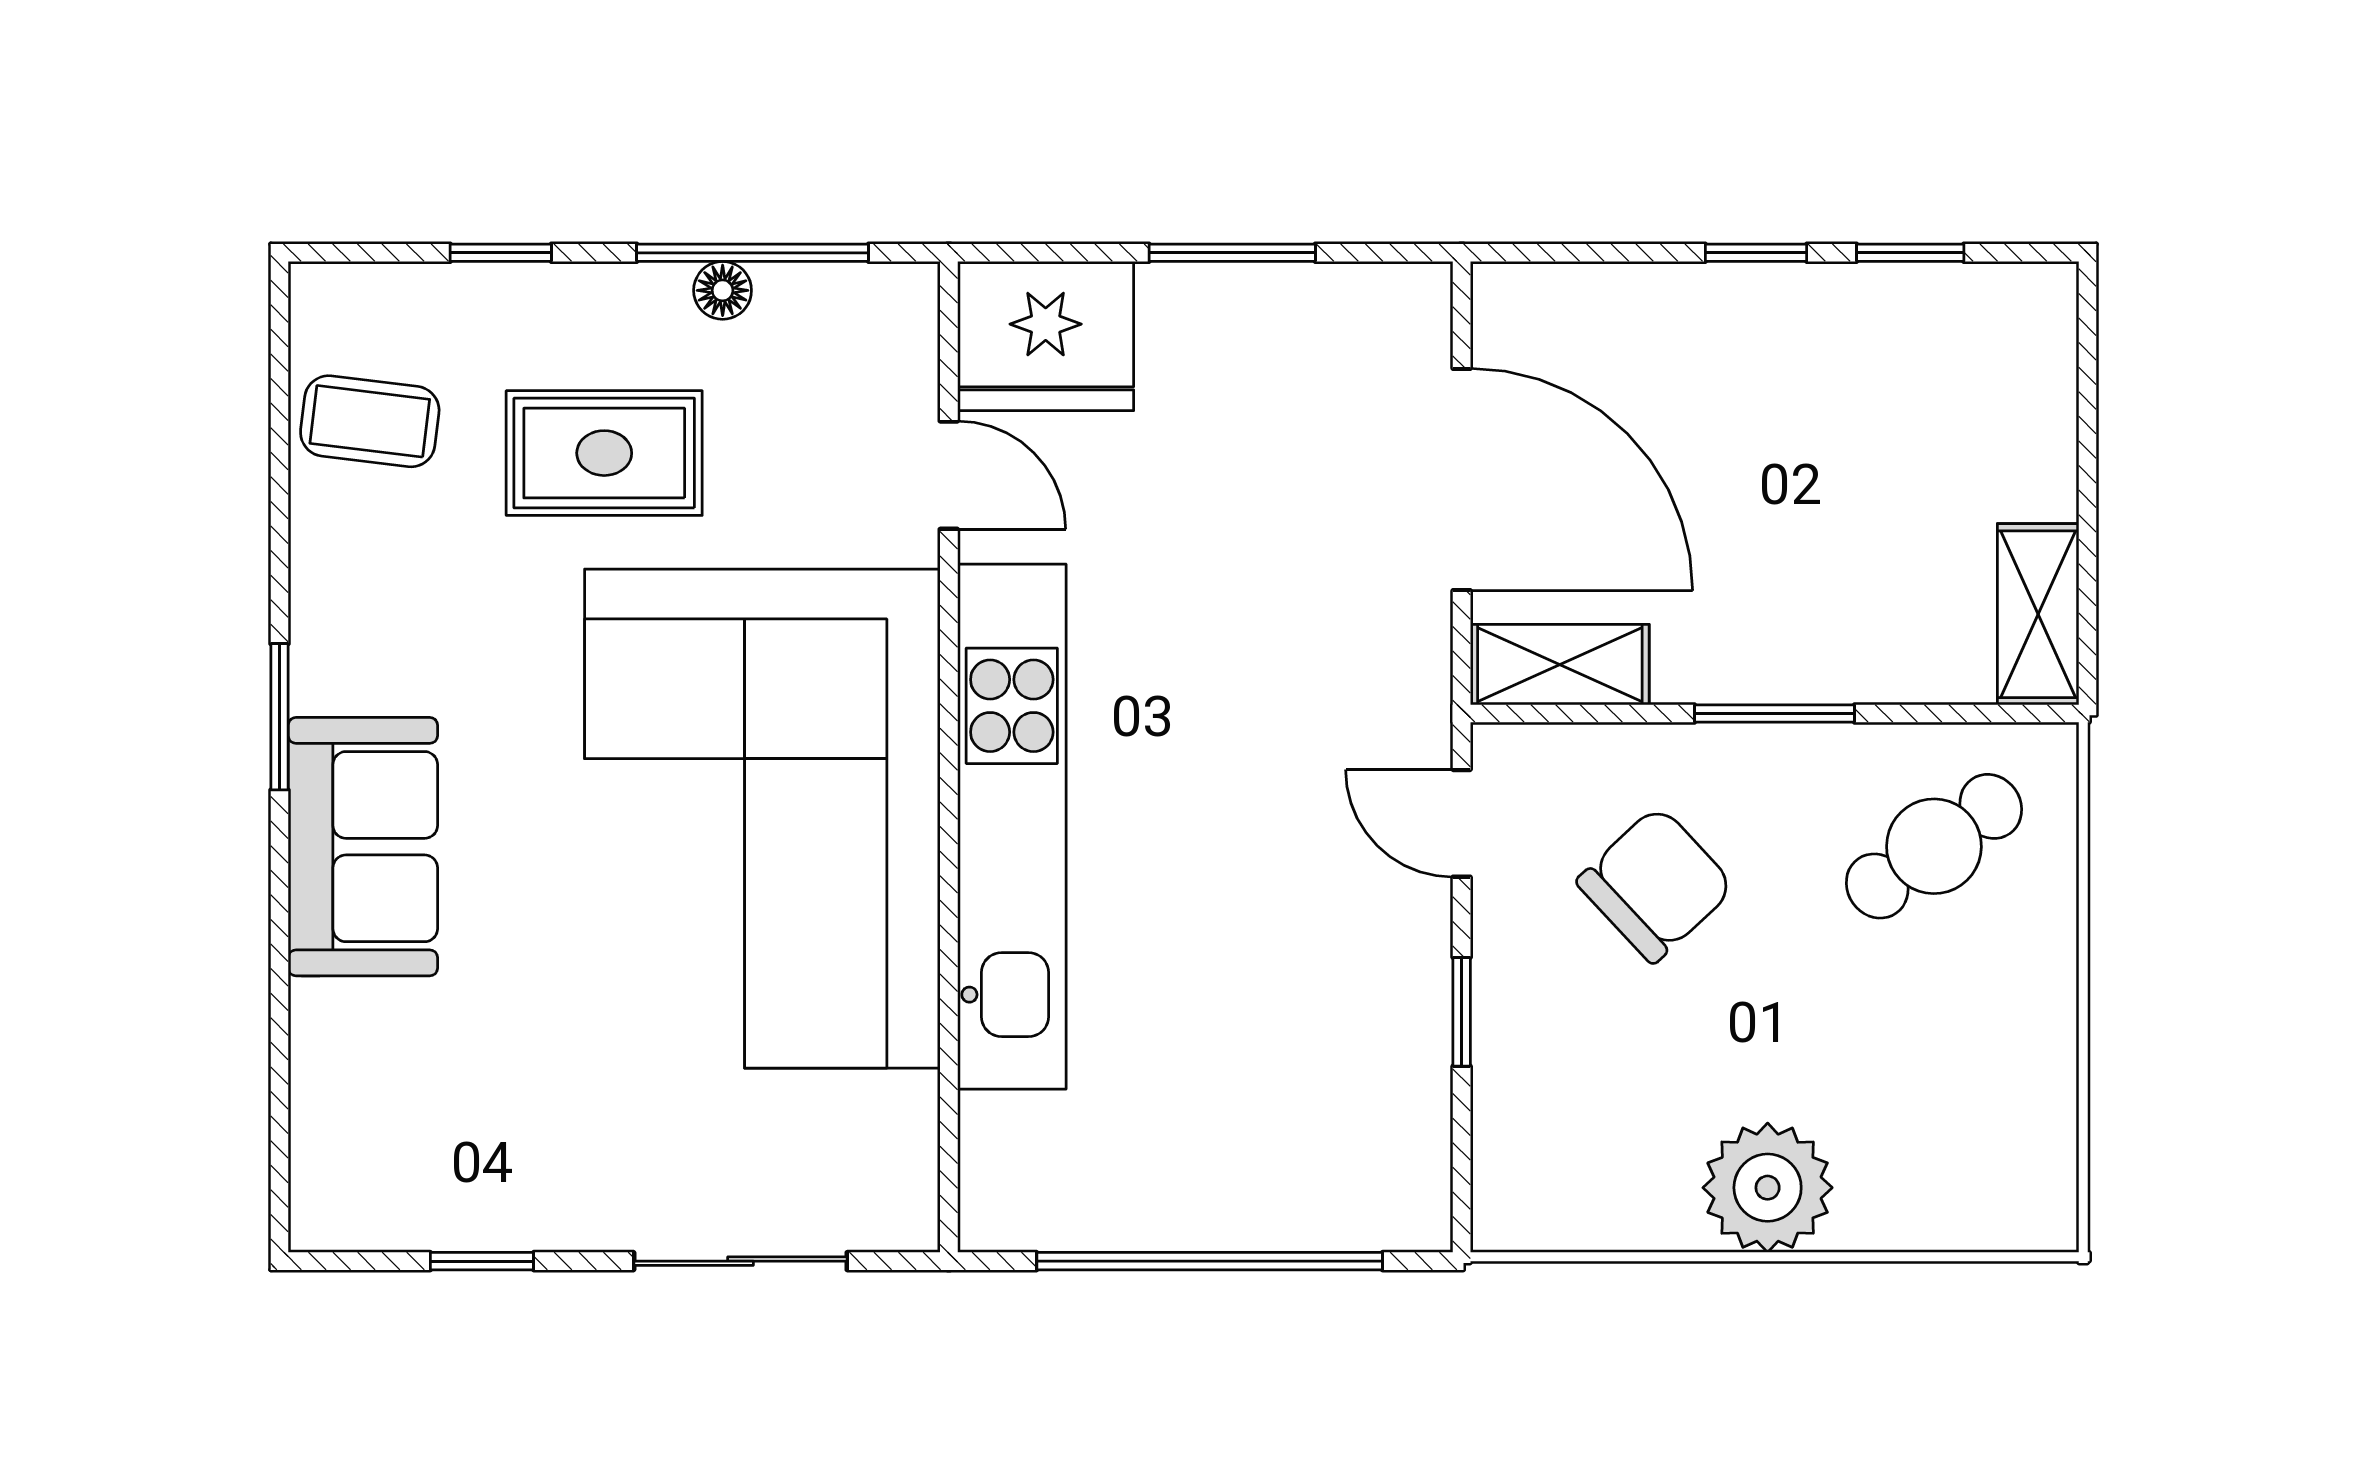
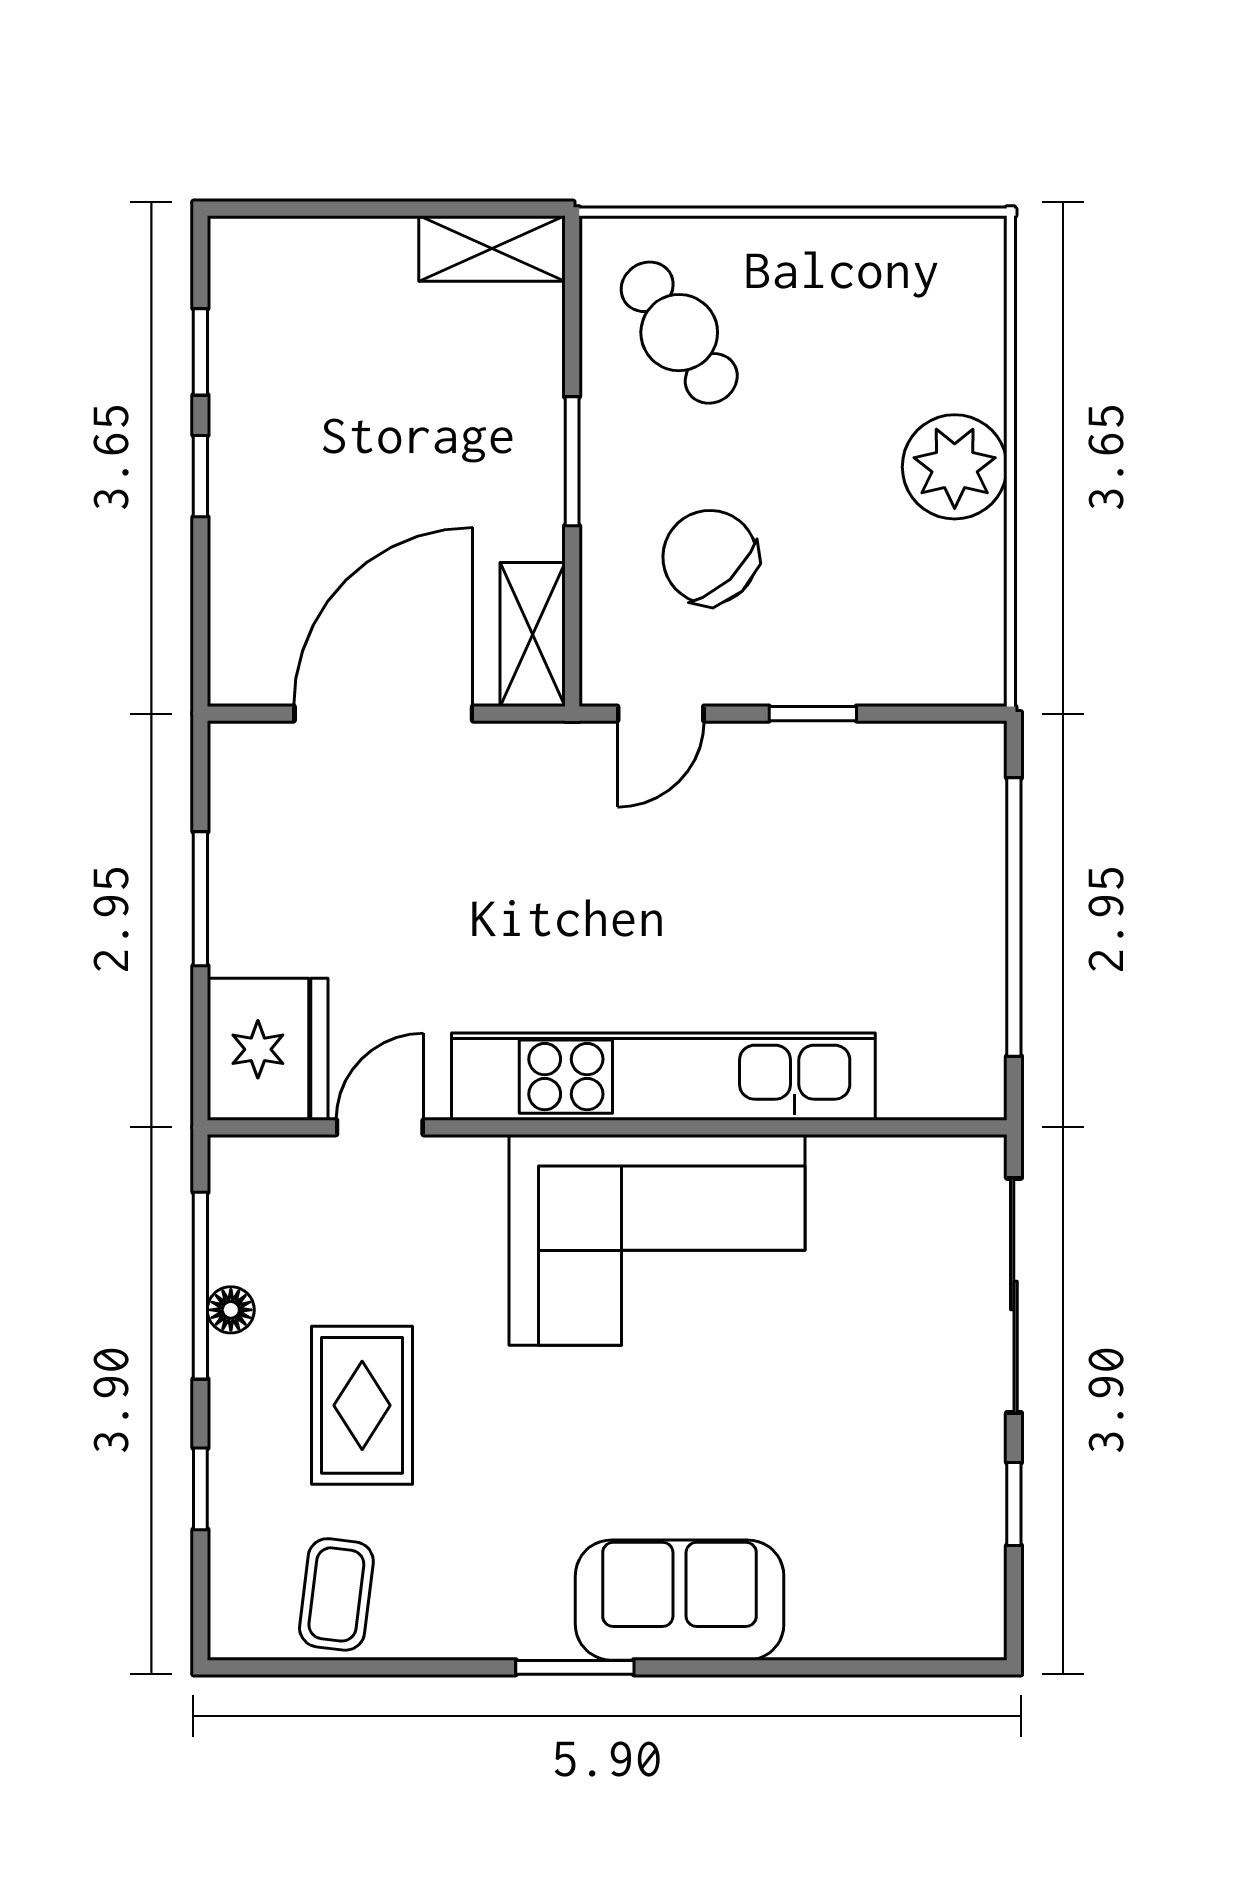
corner sofa: (762, 819) -> (657, 1240), width x0.73, depth x0.74
sliding door: (740, 1261) -> (1014, 1295), width x1.37

